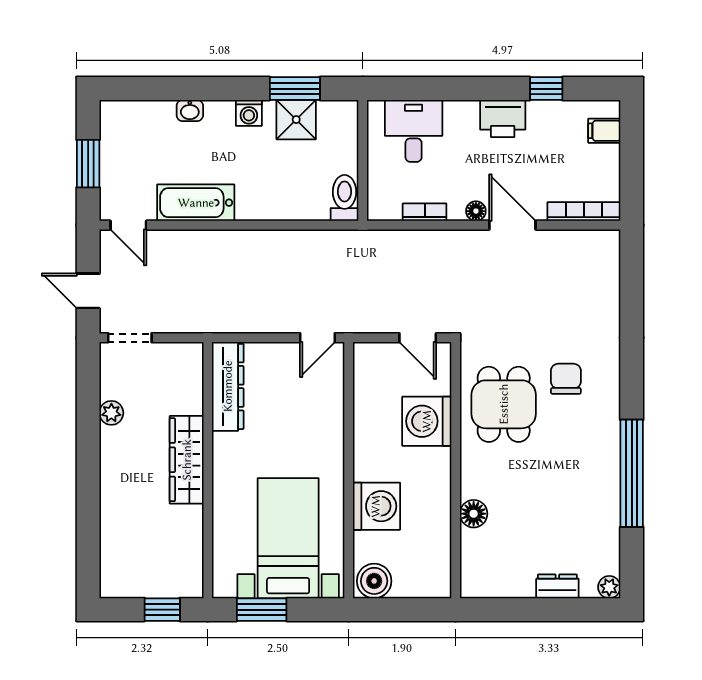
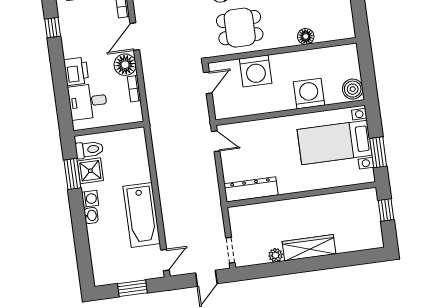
washbasin: (190, 111) -> (91, 216), moved
printer: (503, 118) -> (76, 71), moved
toilet: (345, 198) -> (89, 150), moved, turned 180
bathtub: (196, 203) -> (142, 215), width x1.36, depth x1.36
floor lamp: (476, 211) -> (125, 65), width x1.89, depth x1.89
wardrobe: (187, 460) -> (309, 248), moved, turned 180

